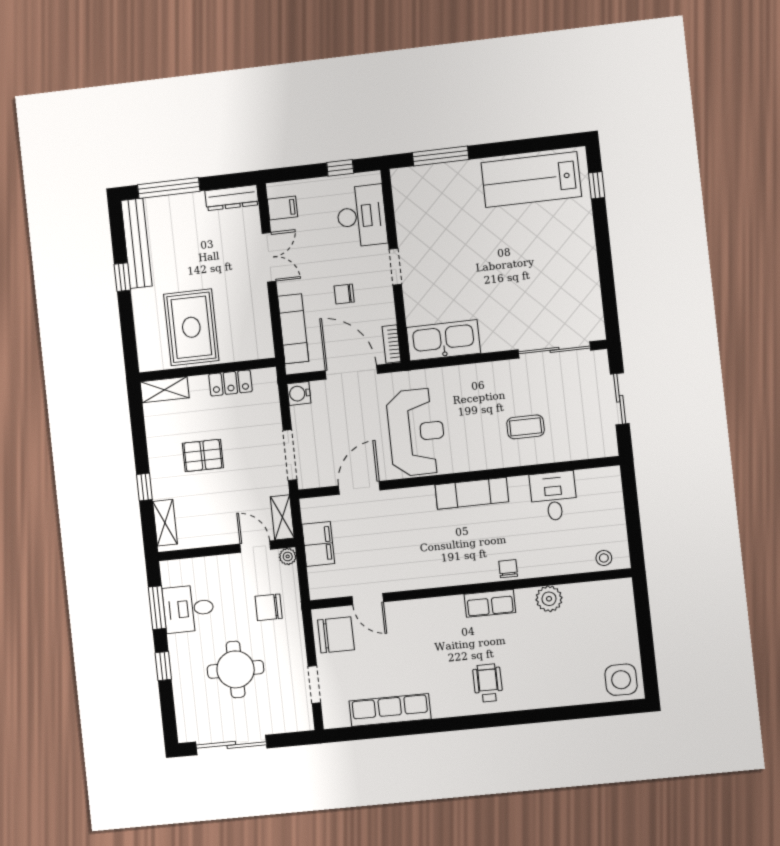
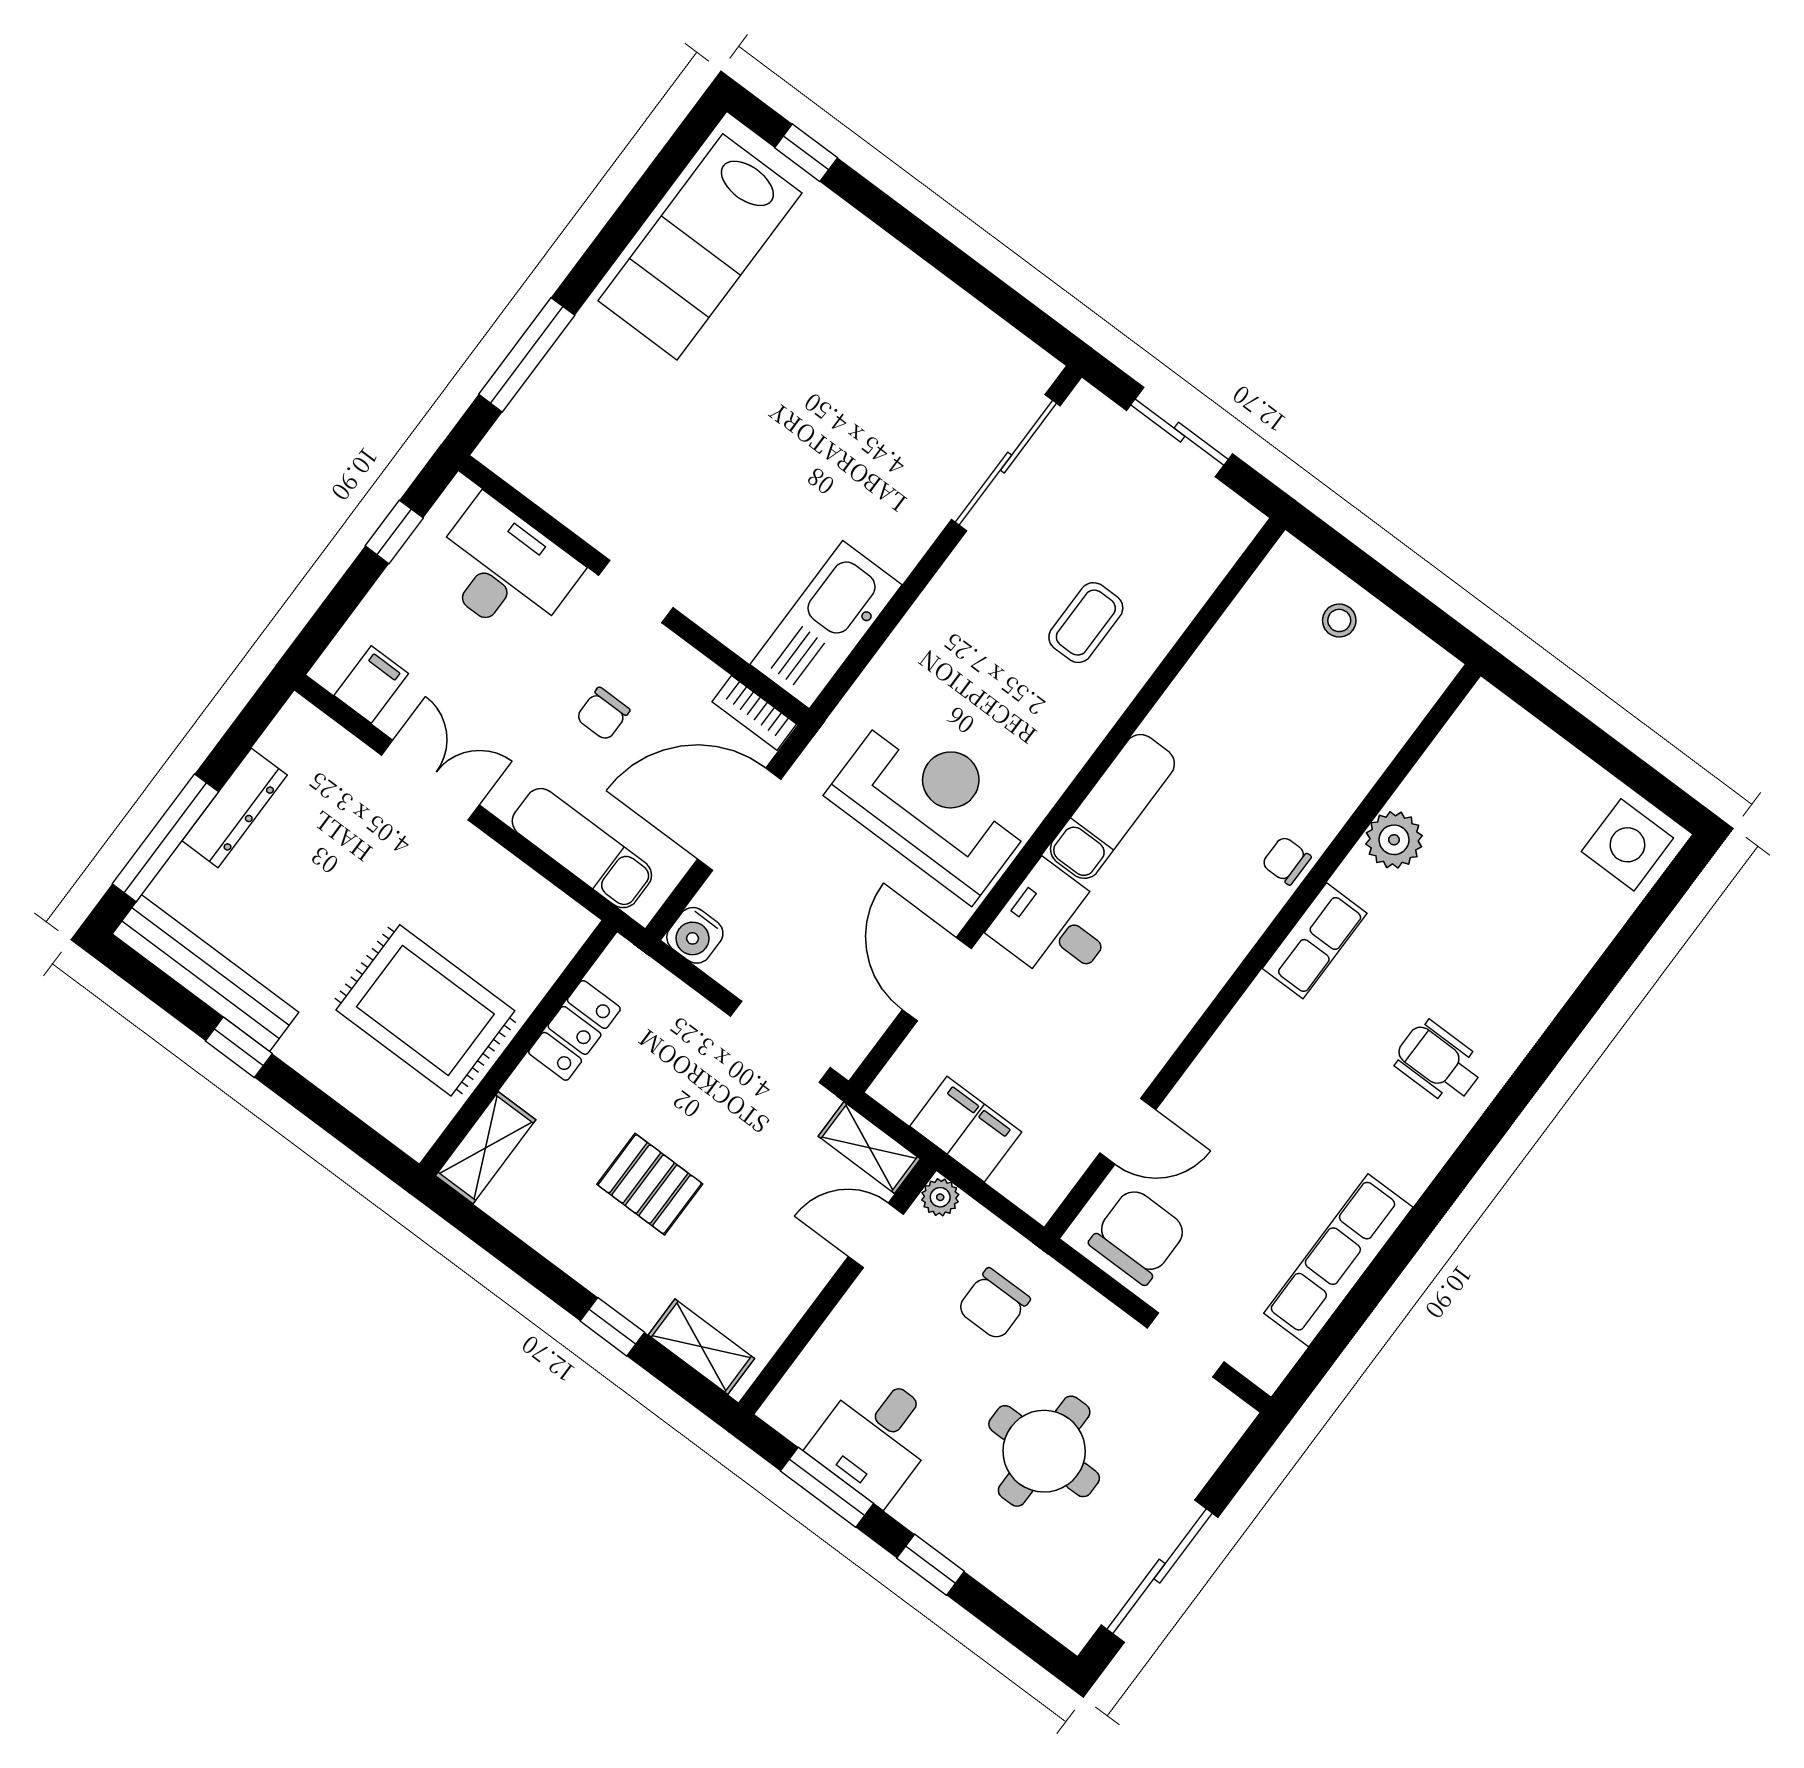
dresser: (232, 198) -> (235, 808), moved
pallet: (203, 455) -> (650, 1184), turned 90
desk: (553, 496) -> (1054, 925), moved
stool: (604, 558) -> (1339, 620), moved

